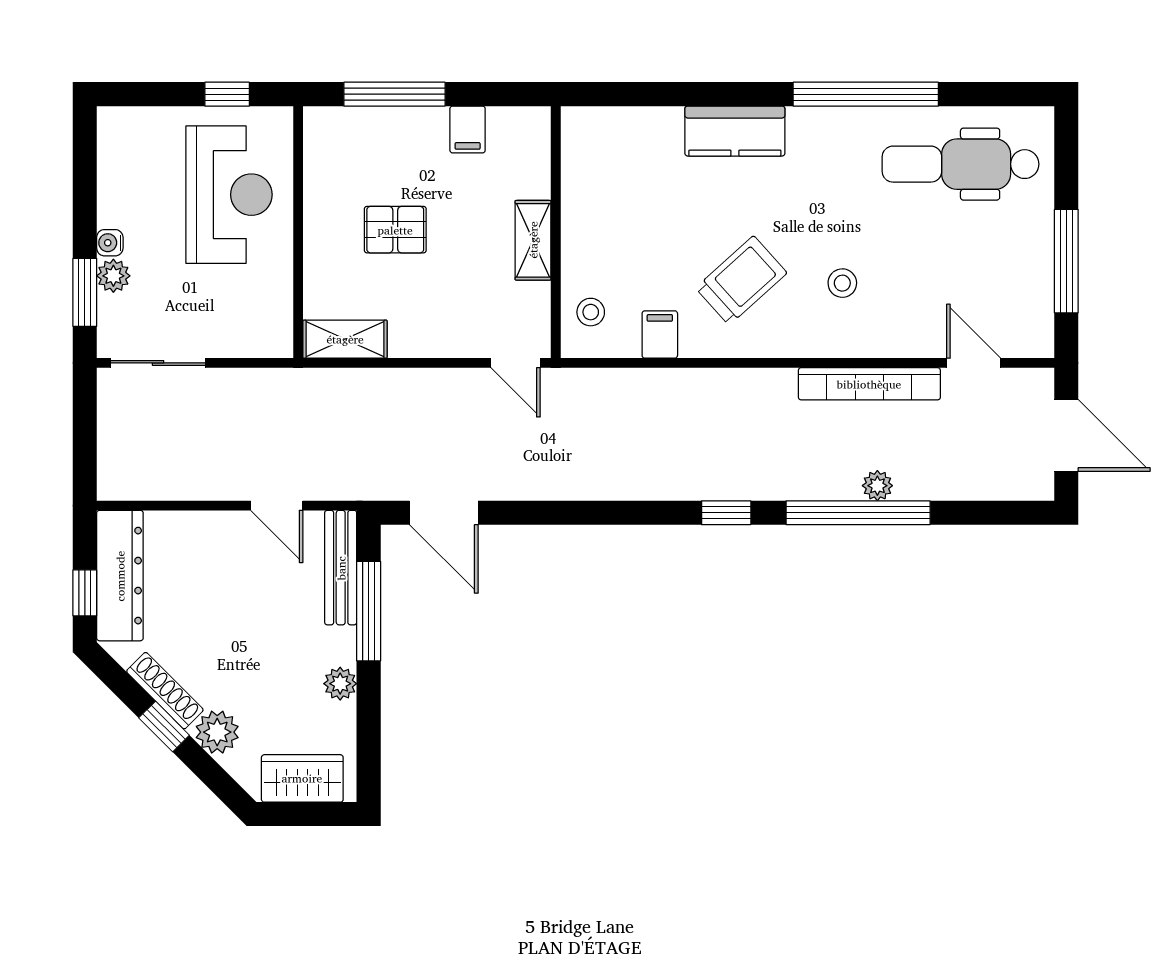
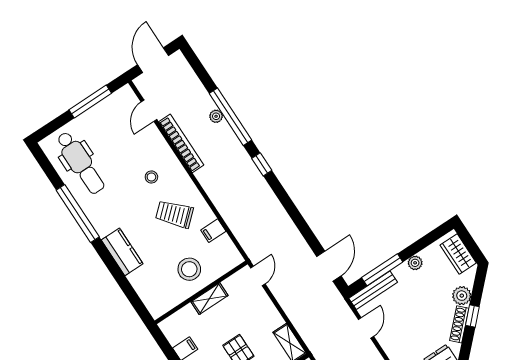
stool: (591, 312) -> (189, 269), moved, width x1.89, depth x1.89

